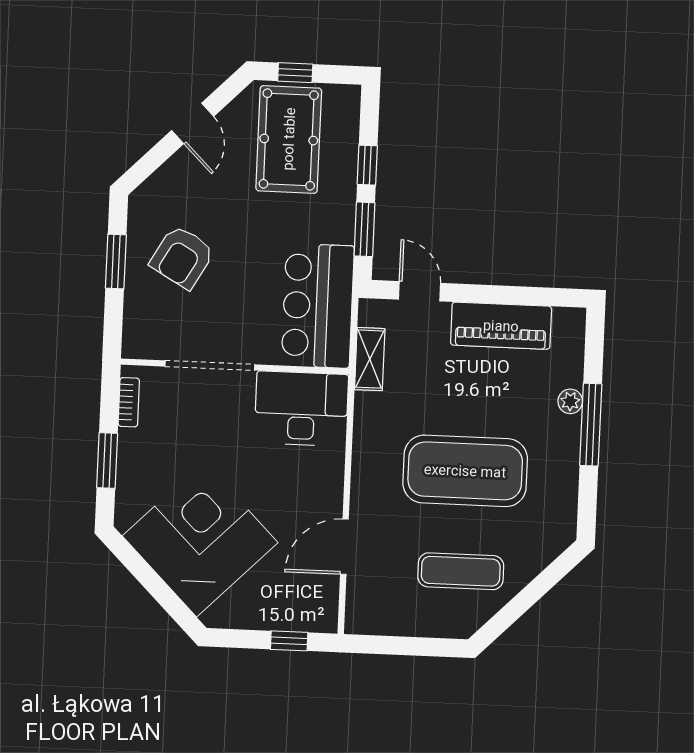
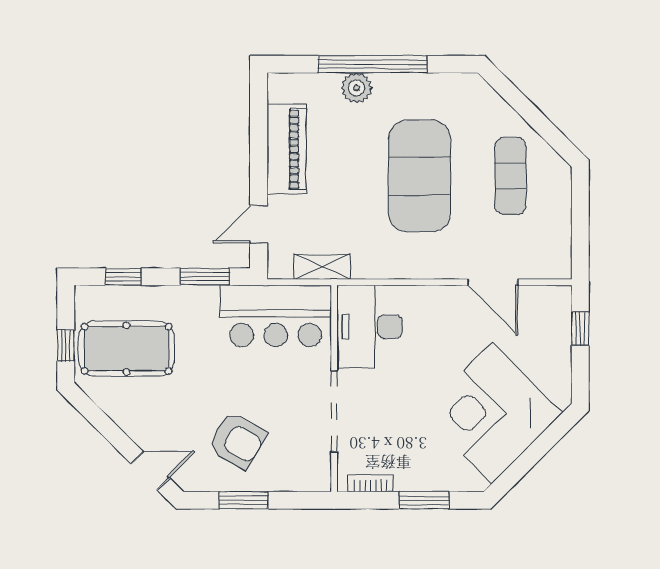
door: (193, 123) -> (150, 471), moved
window: (367, 165) -> (123, 277), moved
plant: (570, 401) -> (357, 88), width x1.38, depth x1.38
window: (591, 425) -> (373, 64), width x1.46

